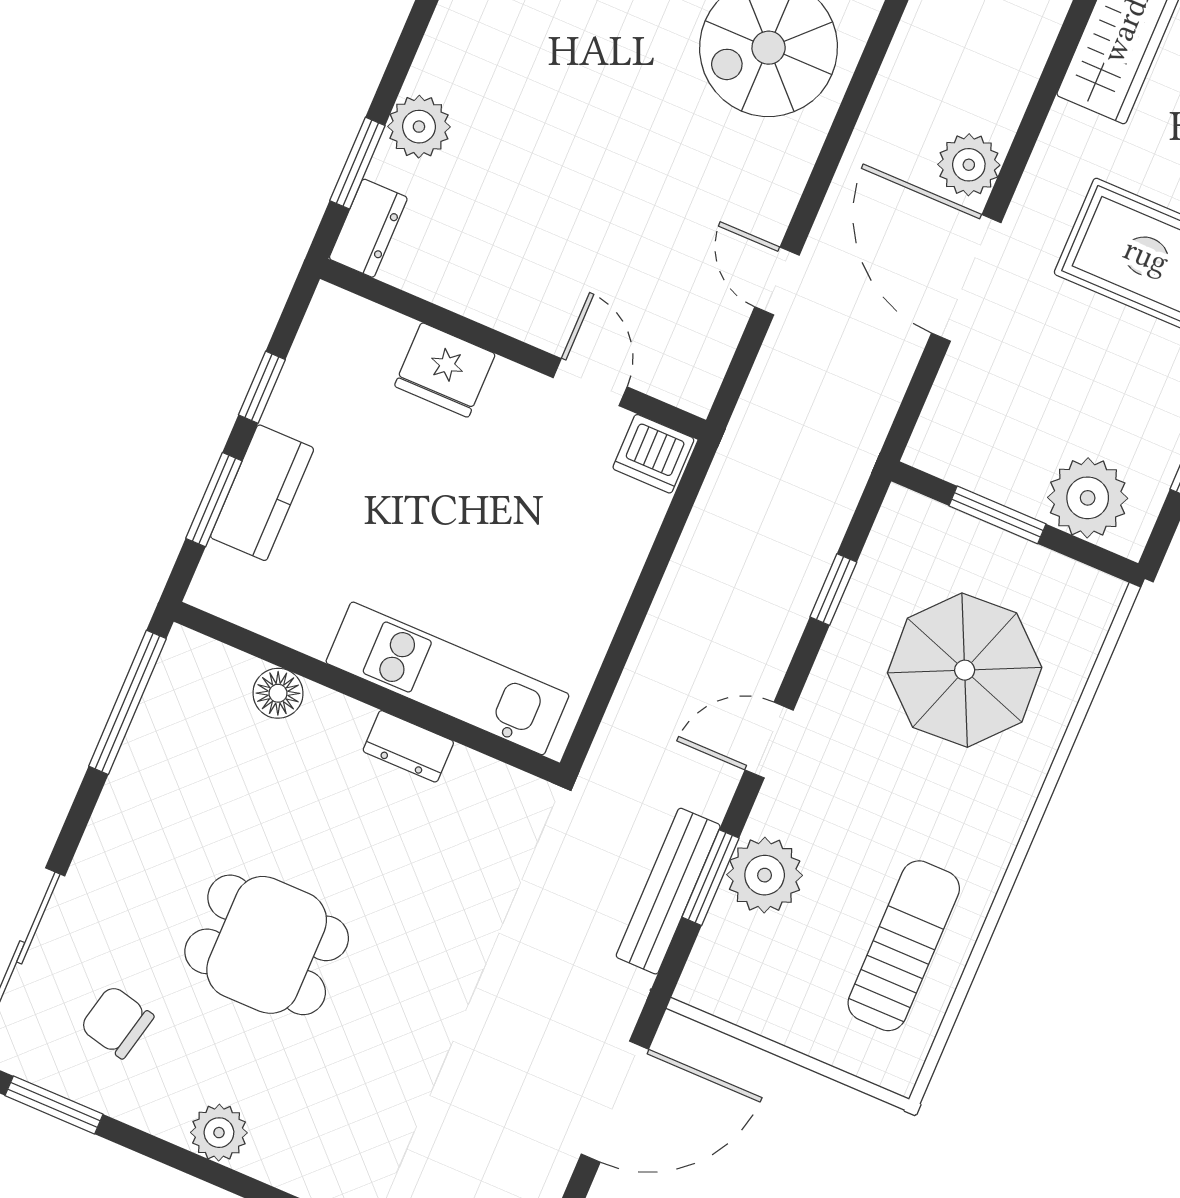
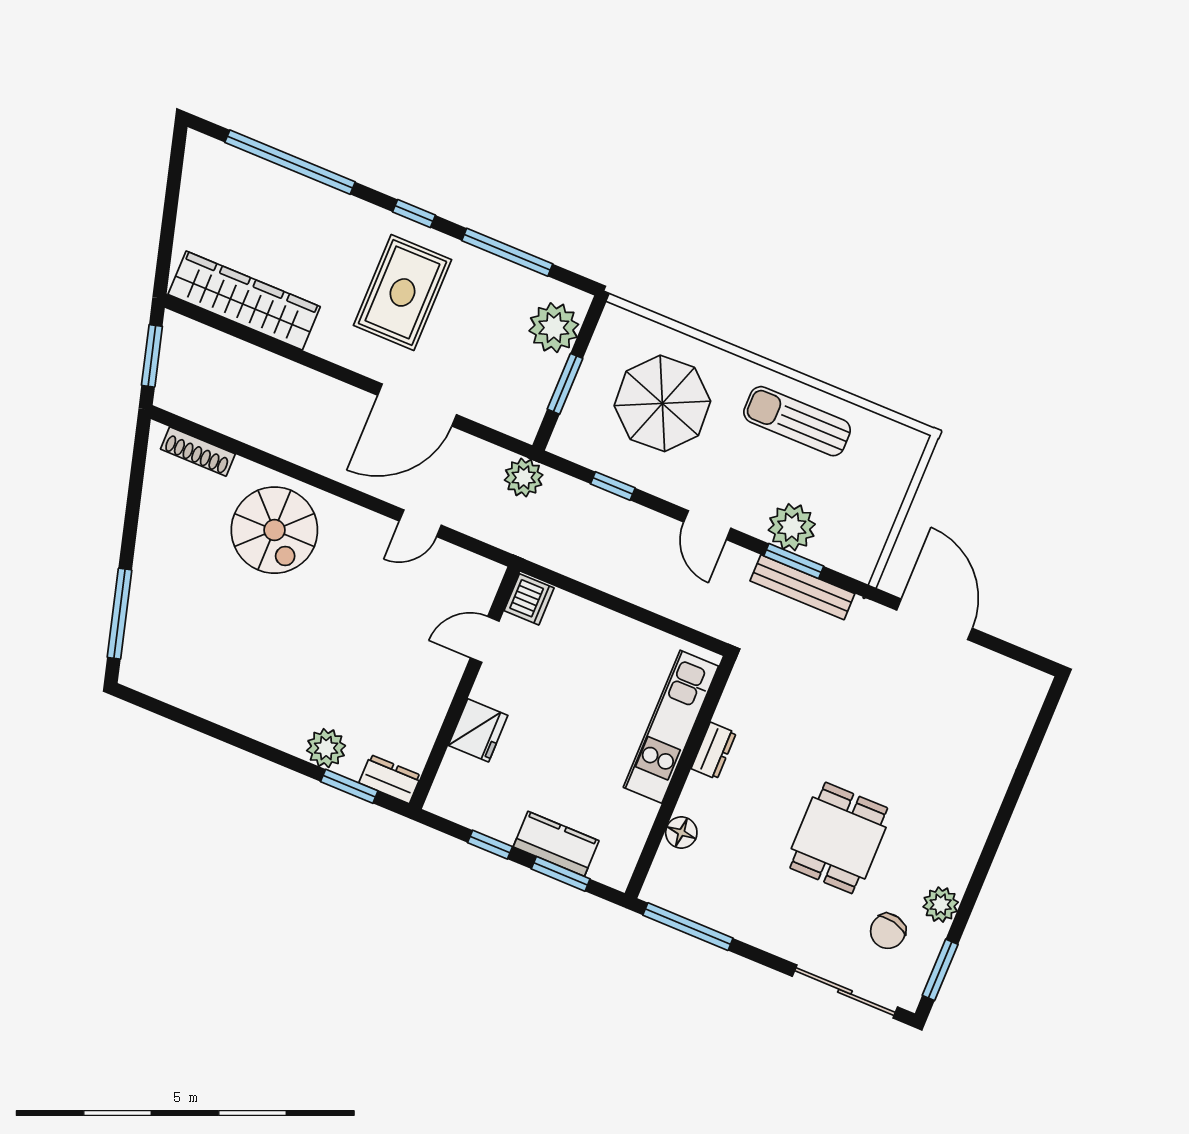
plant: (969, 165) -> (524, 478), moved
sun lounger: (904, 946) -> (797, 421), moved
plant: (219, 1133) -> (941, 905), moved

